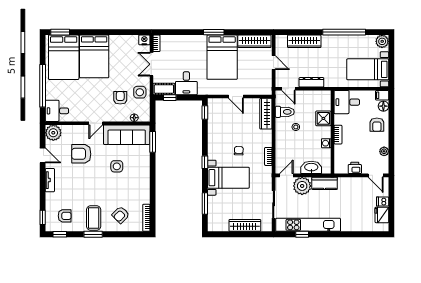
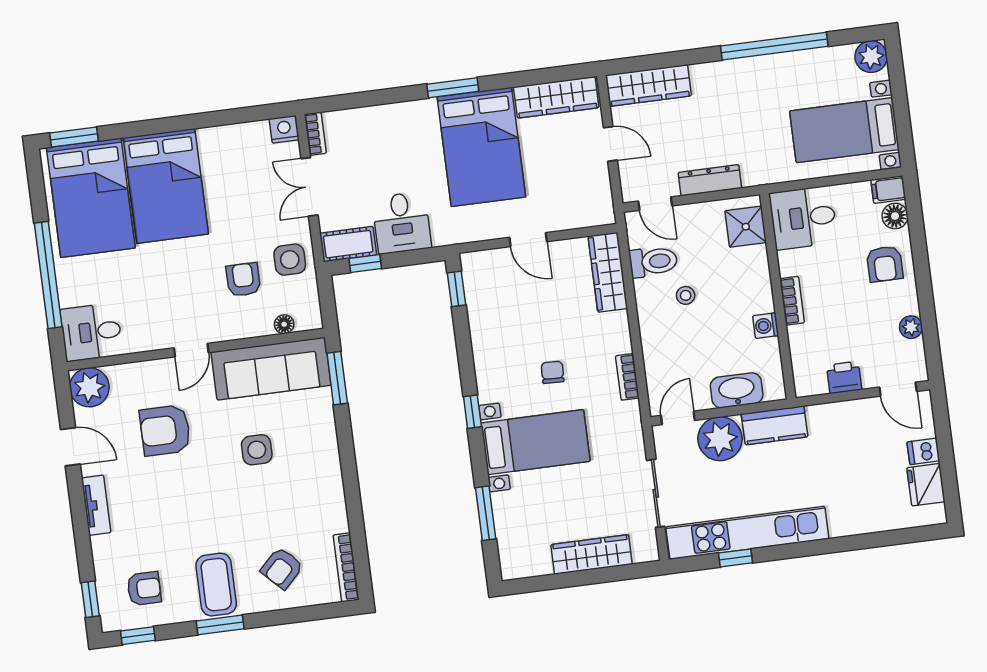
wardrobe: (304, 41) -> (648, 85), moved
shower: (323, 118) -> (746, 227), moved

